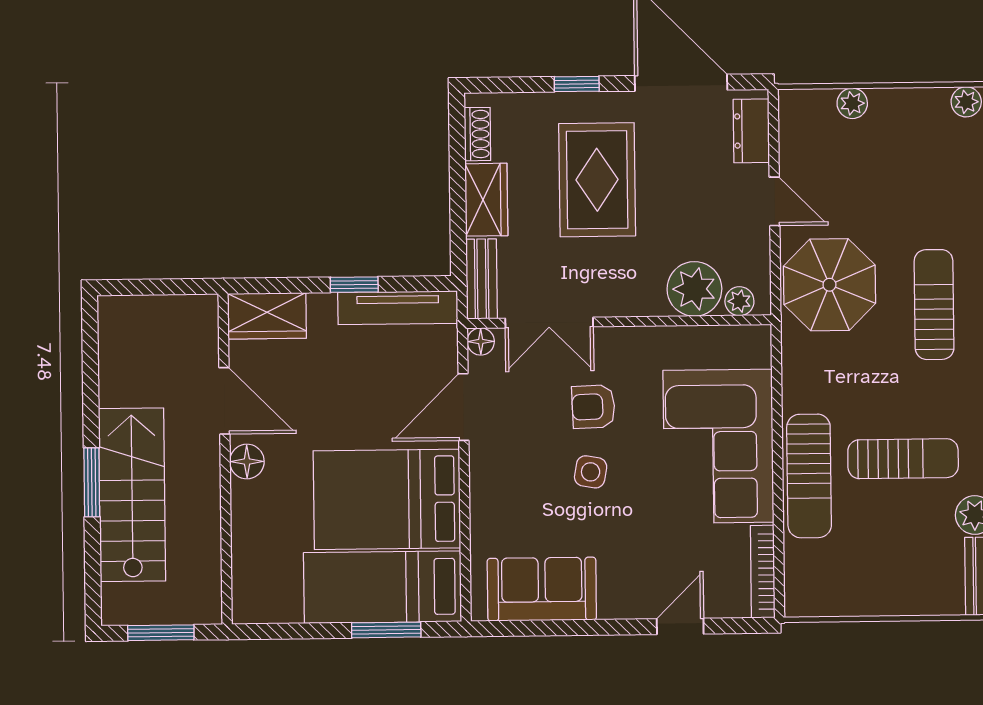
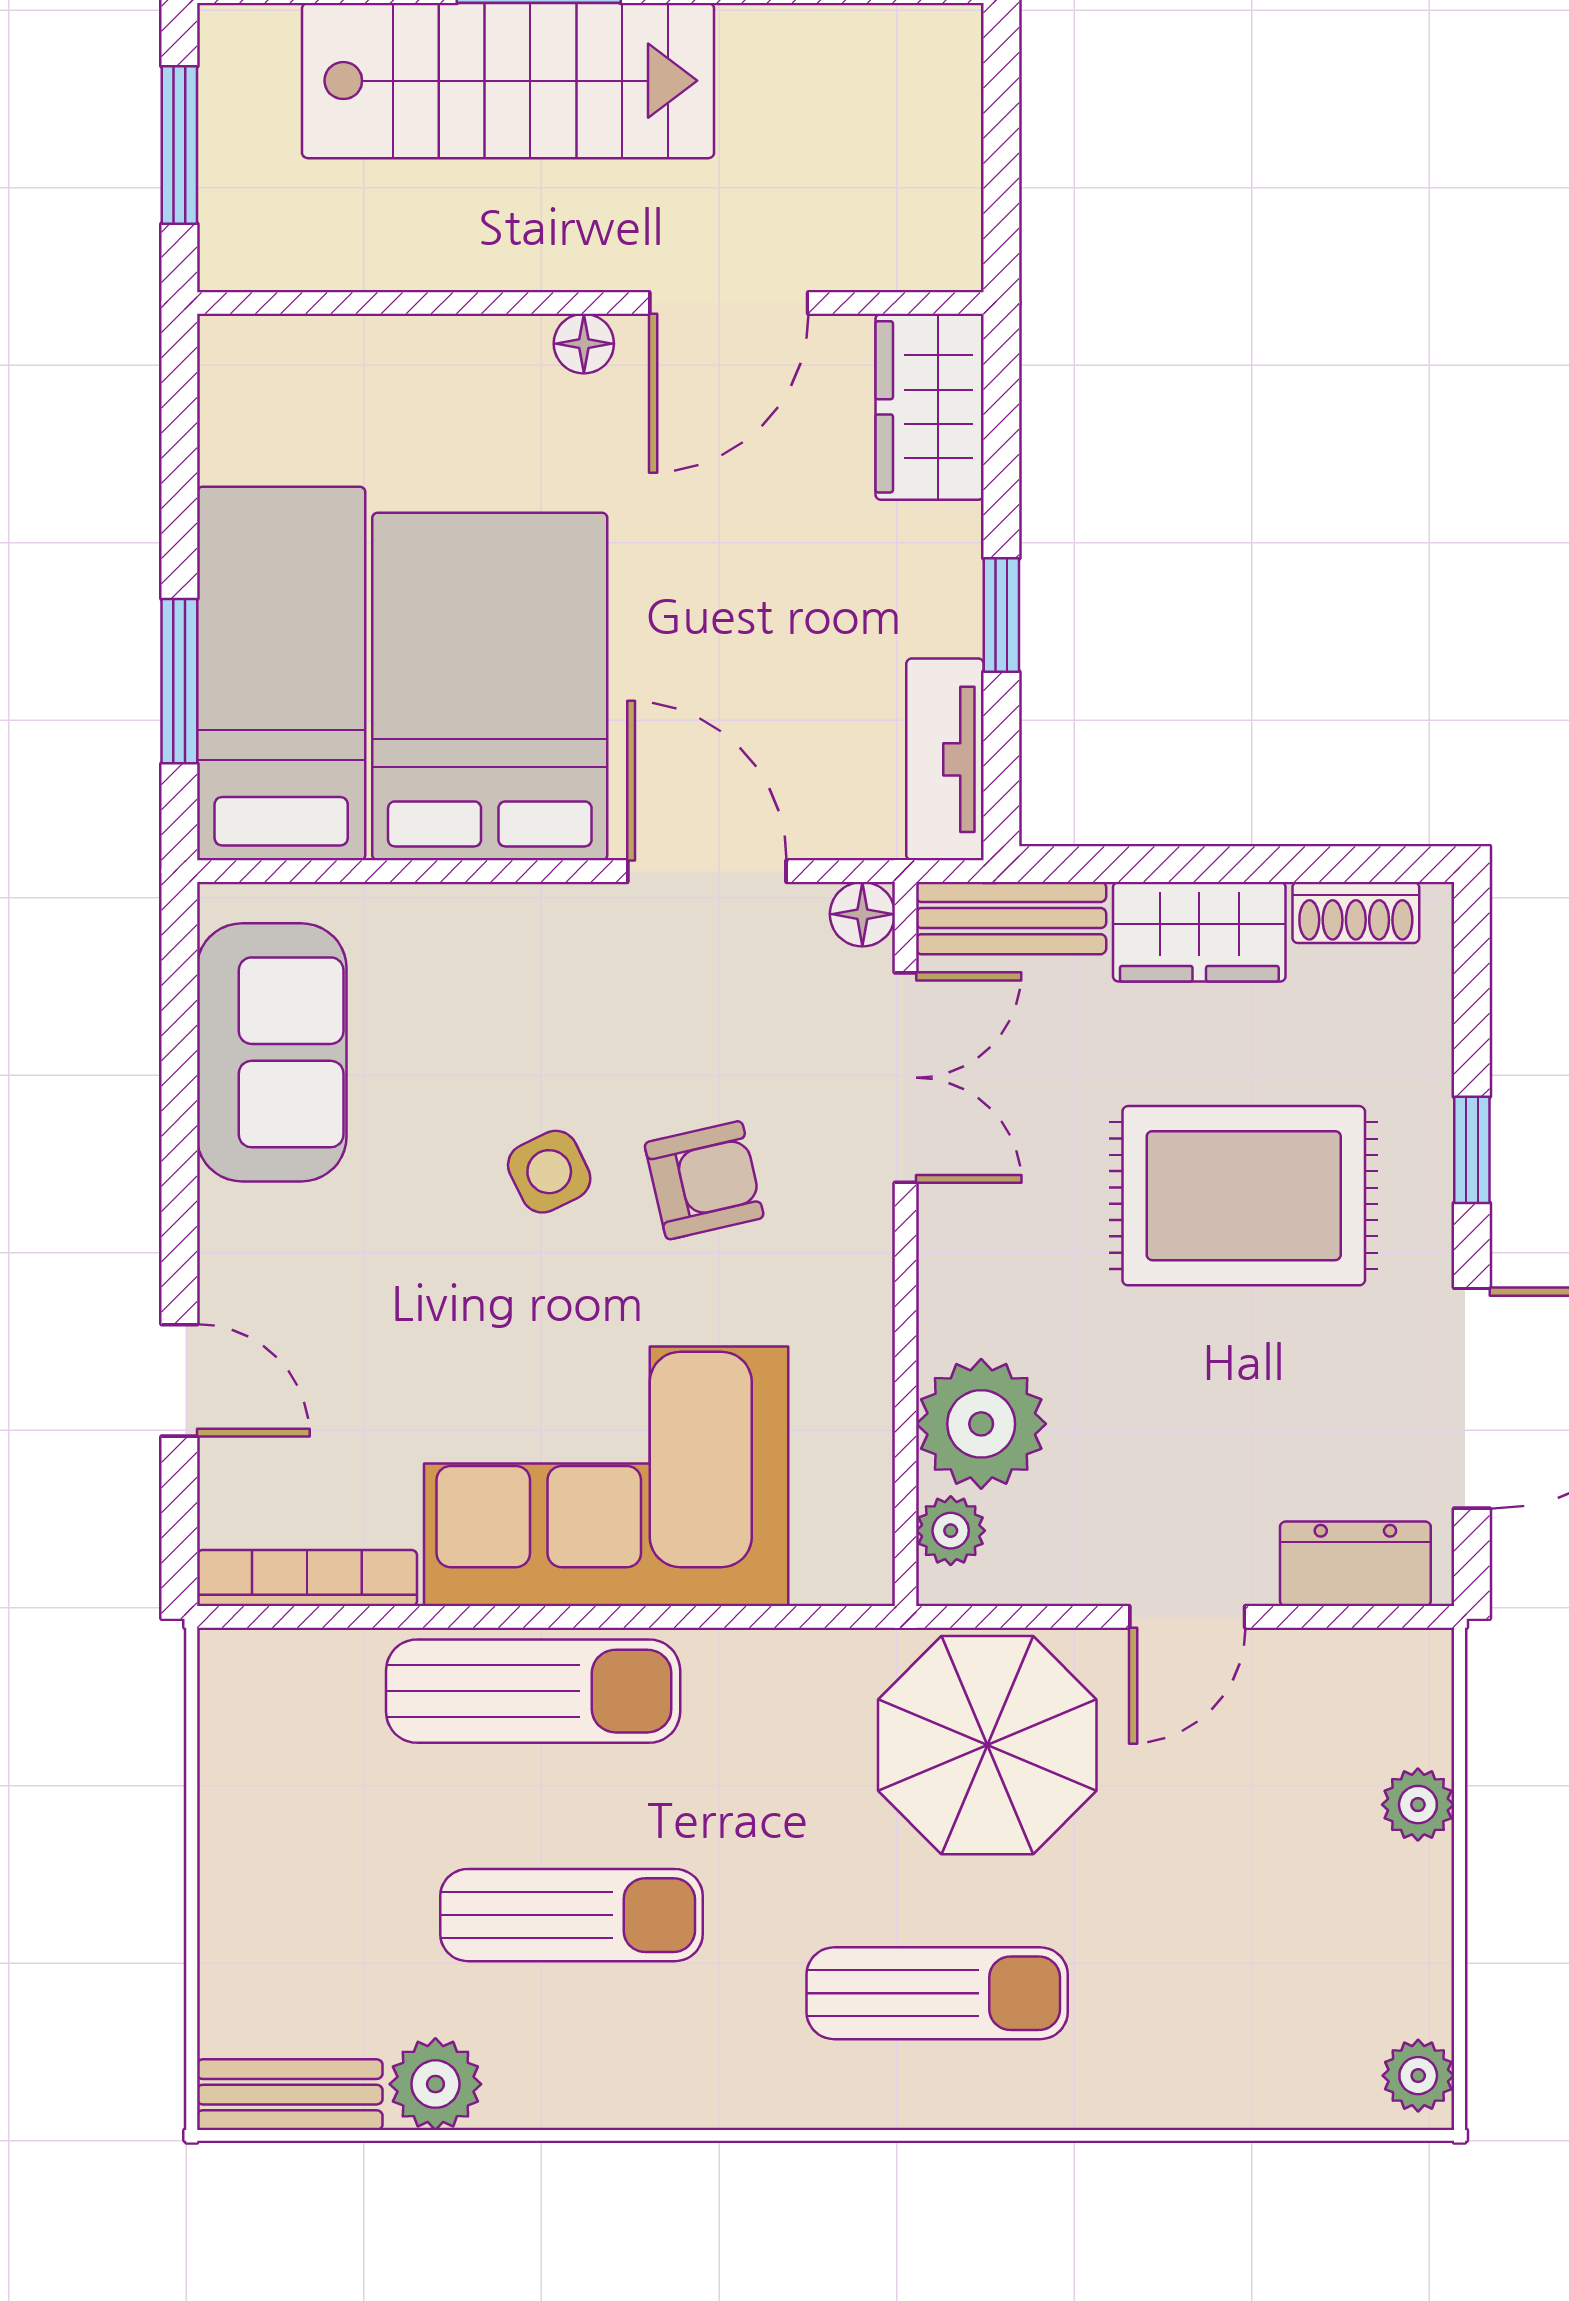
tv unit: (398, 308) -> (945, 759), width x0.71
double door: (549, 323) -> (905, 1078), swing flipped
armchair: (593, 407) -> (704, 1180), turned 79
sun lounger: (903, 459) -> (571, 1915), turned -90
floor lamp: (247, 461) -> (584, 344), width x0.73, depth x0.73
side table: (591, 472) -> (549, 1172), turned -36
sun lounger: (809, 476) -> (533, 1691), turned 180

